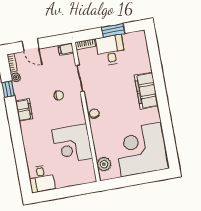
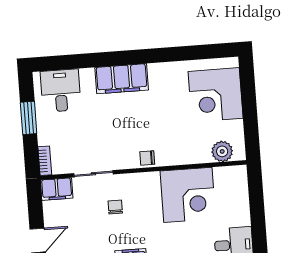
filing cabinet: (66, 49) -> (57, 189), width x2.00
desk: (111, 50) -> (61, 91), moved, turned 90
corner desk: (141, 150) -> (216, 95), width x0.74, depth x0.74

